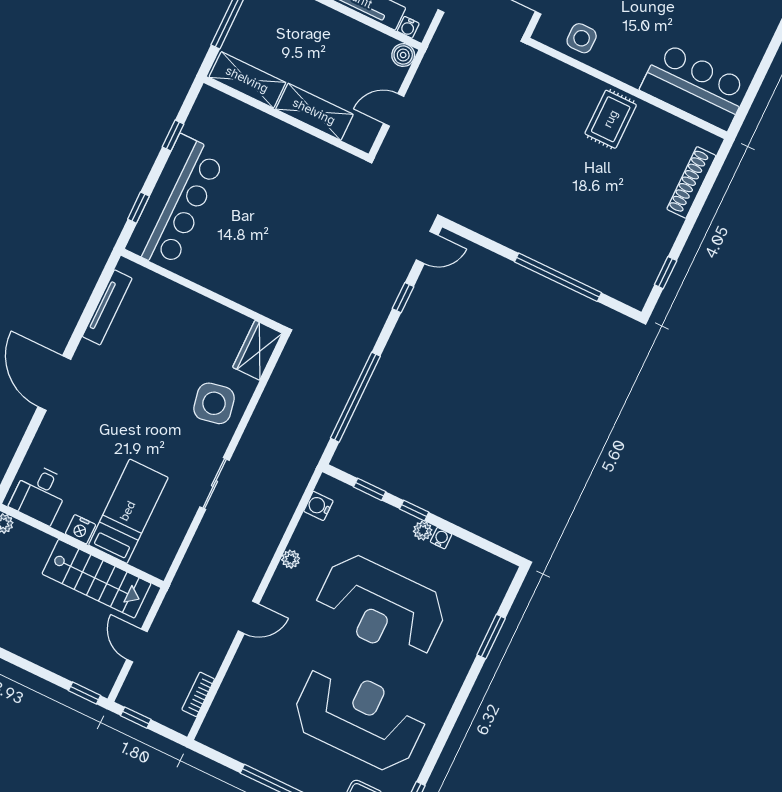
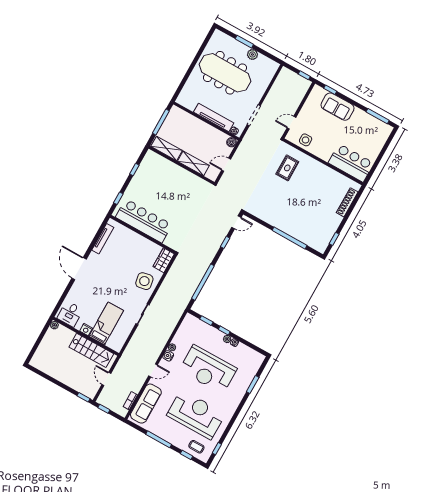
rug: (611, 119) -> (287, 168), moved
bar counter: (176, 202) -> (144, 221), moved, turned -90
water cooler: (318, 506) -> (168, 356), moved
sofa: (236, 699) -> (146, 404), added

